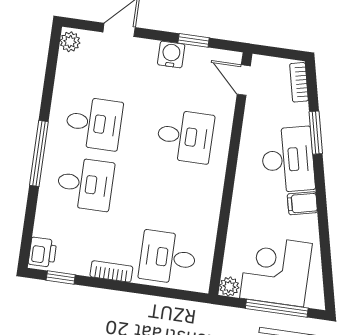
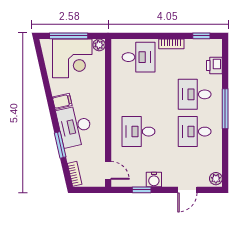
printer: (42, 252) -> (214, 65), moved

